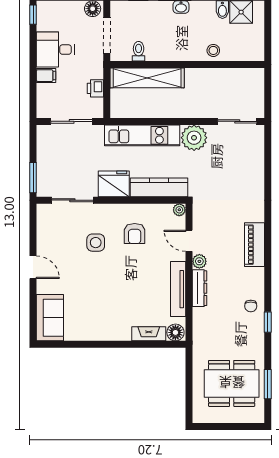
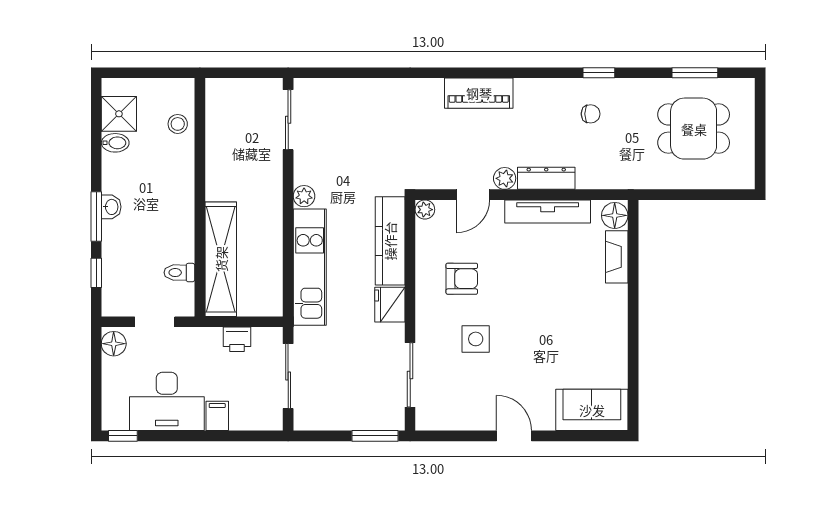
doorway: (107, 35) -> (155, 322), width x0.73
desk: (55, 50) -> (167, 401), width x1.37
stool: (213, 50) -> (178, 124), moved
plant: (194, 138) -> (304, 196), width x0.53, depth x0.53
fridge: (114, 184) -> (390, 305), width x0.73, depth x0.75
door: (33, 267) -> (514, 436), hinge flipped
chair: (251, 306) -> (591, 114), moved
dining table: (232, 383) -> (694, 129), width x0.73

